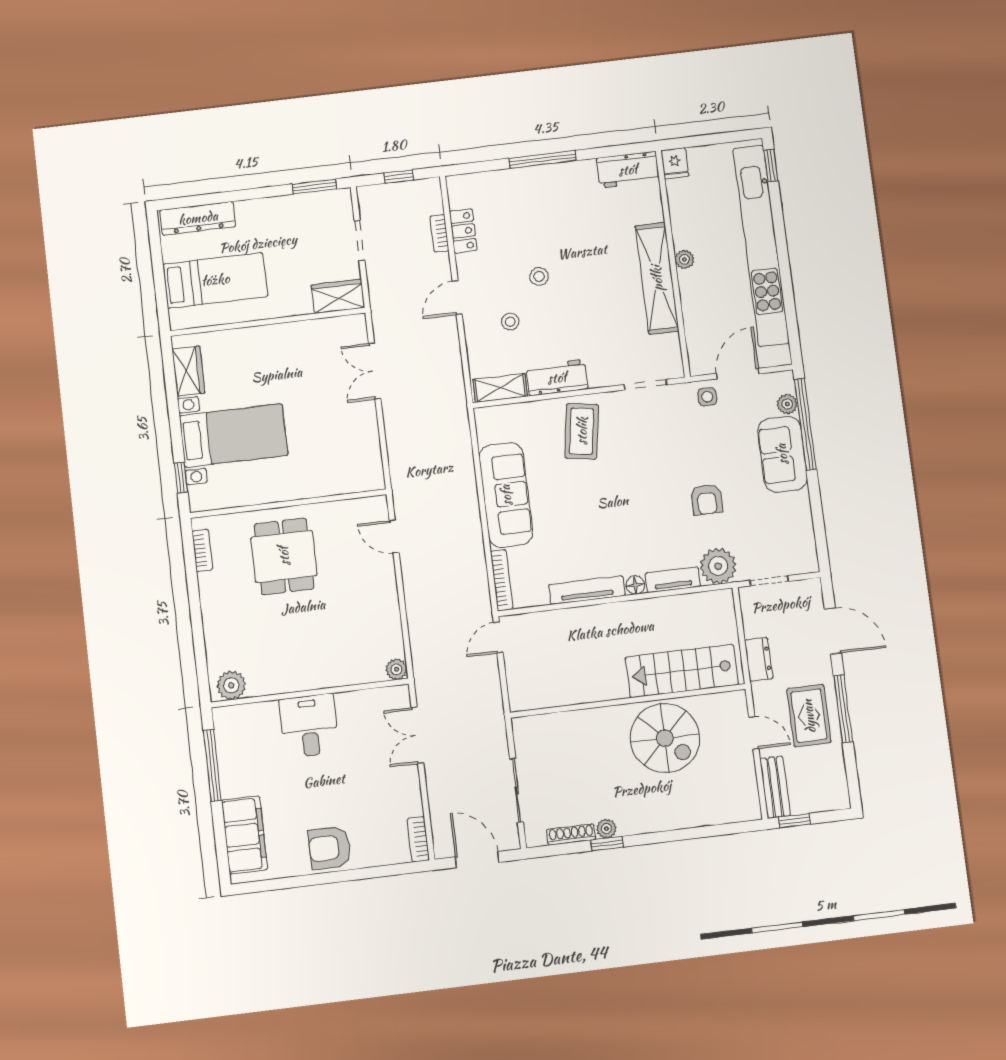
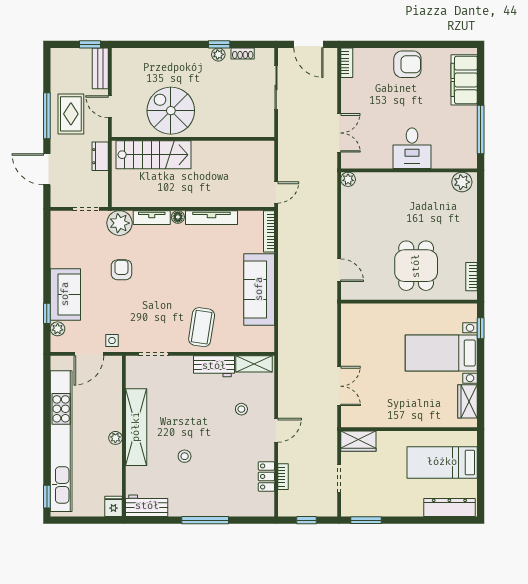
stool: (539, 276) -> (185, 456), moved
window: (805, 424) -> (47, 313), width x0.32
shoe rack: (571, 834) -> (243, 53), width x0.70

